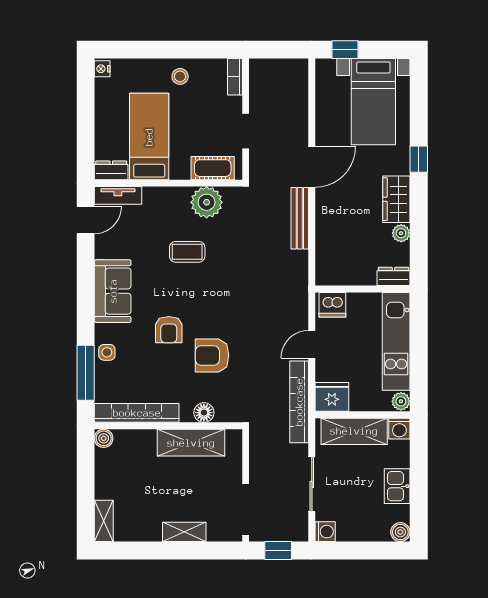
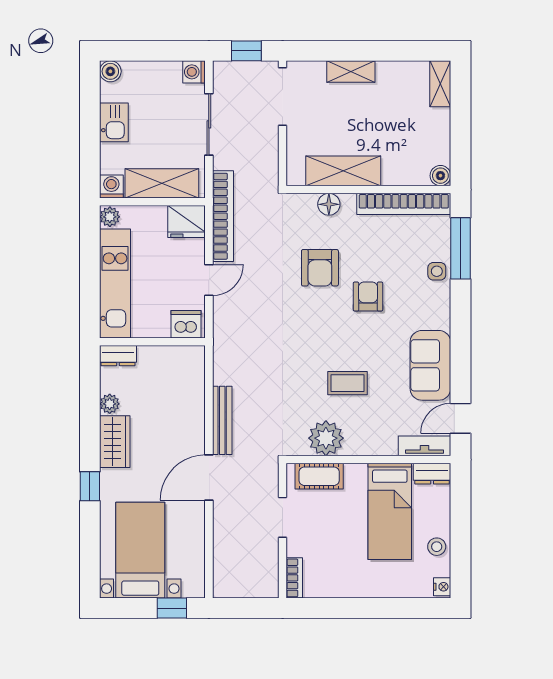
stool: (180, 76) -> (437, 547), moved
sofa: (113, 291) -> (430, 365), moved
armchair: (212, 355) -> (320, 268), turned 90

